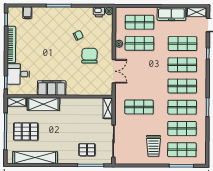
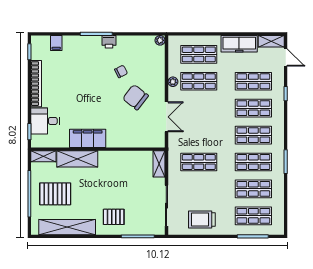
printer: (99, 12) -> (109, 42), moved
chair: (89, 56) -> (135, 97), turned -52
trolley: (153, 146) -> (202, 219), moved, turned 90
pallet: (87, 150) -> (114, 217), moved

